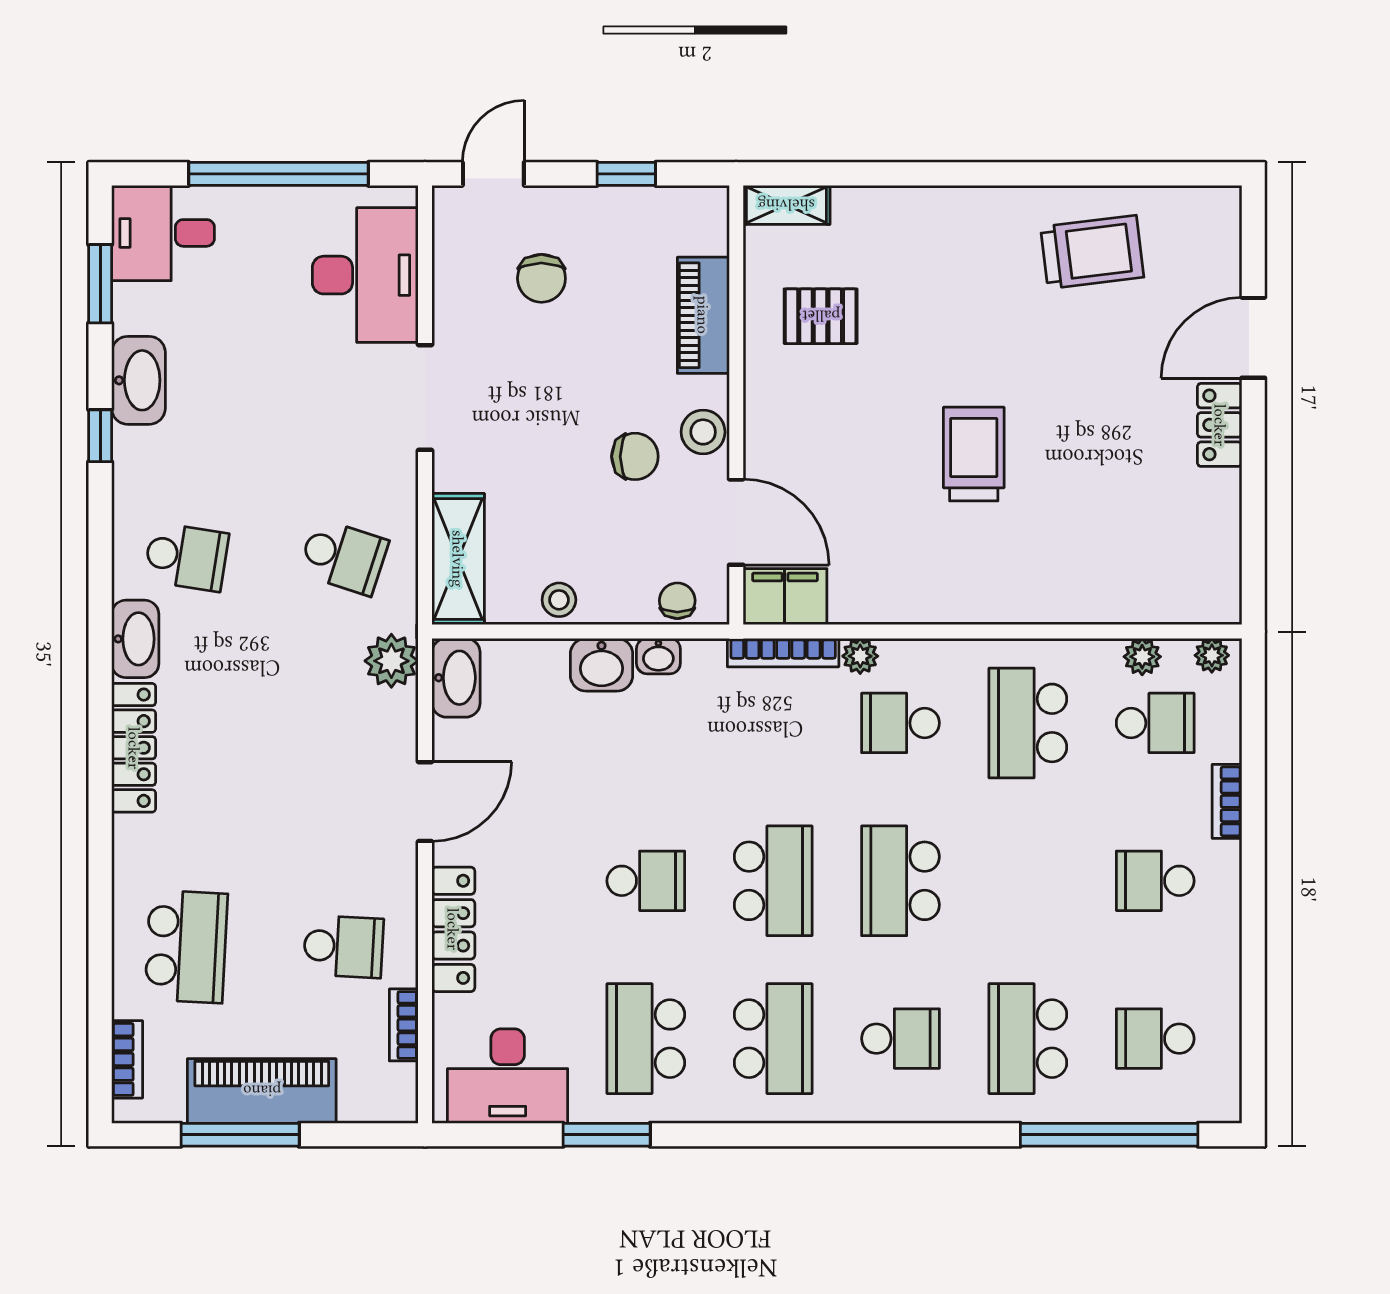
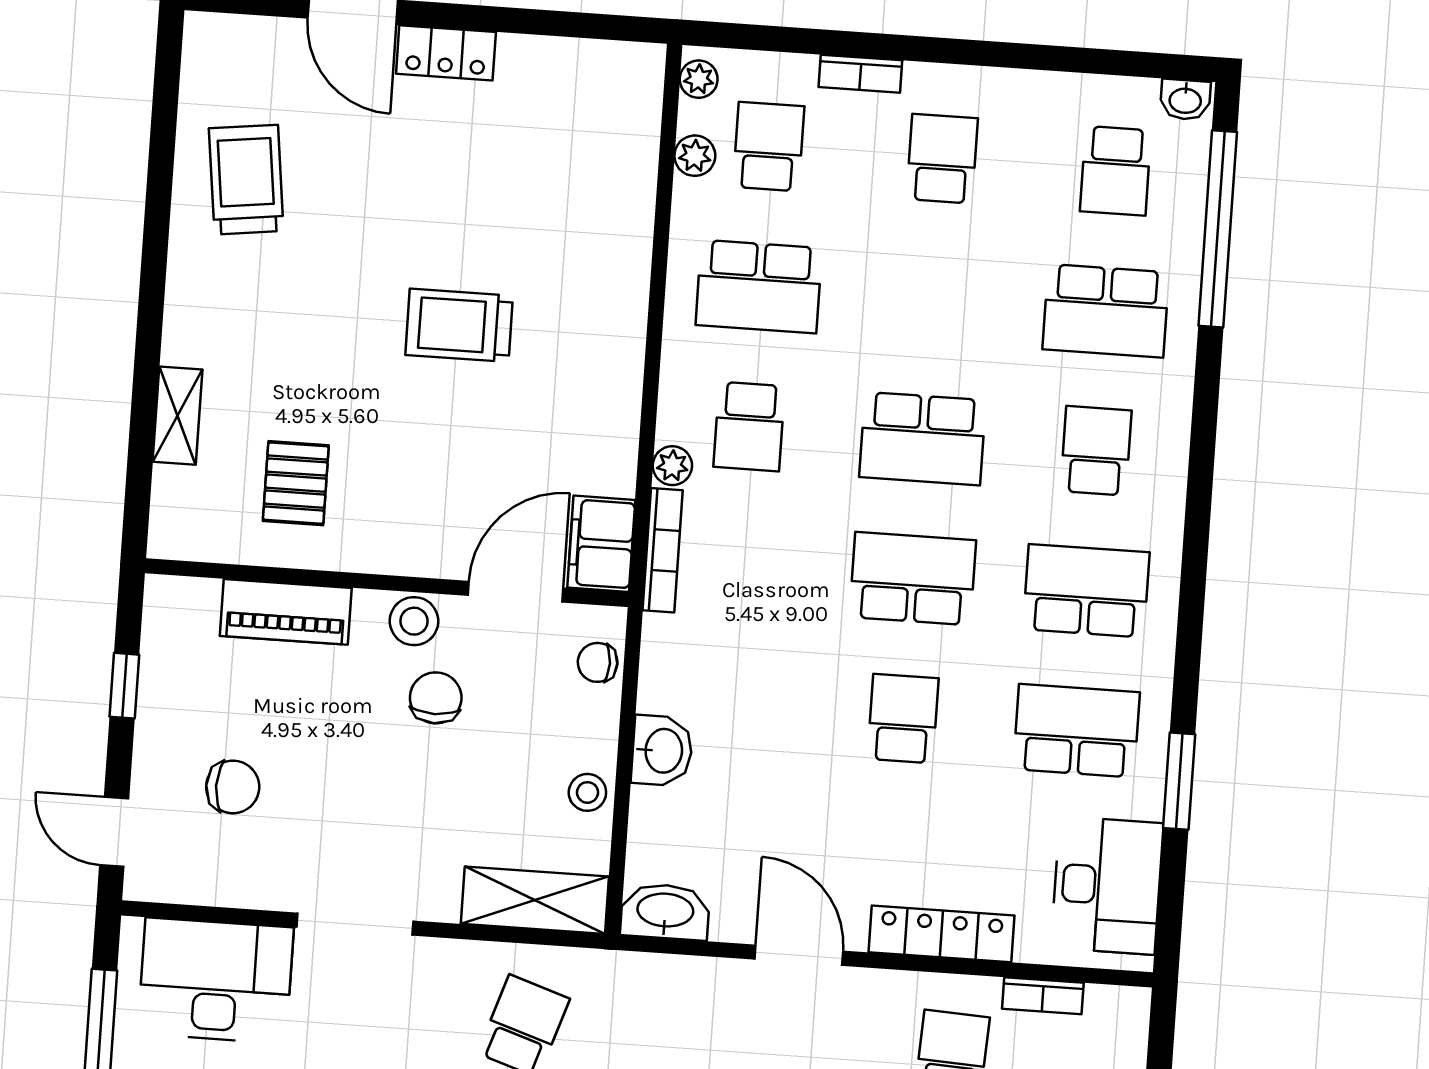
shelving: (786, 205) -> (178, 416), moved
washbasin: (658, 656) -> (1185, 100), moved, turned 90
plant: (391, 661) -> (642, 981), removed
school desk: (1155, 881) -> (942, 159), turned 180
school desk: (646, 1039) -> (1076, 731), turned 180

